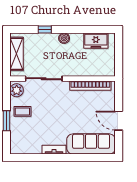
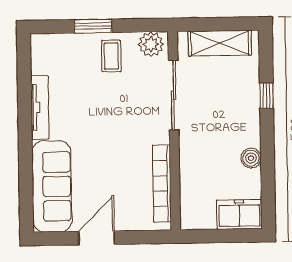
boiler: (64, 38) -> (251, 158), moved
freezer: (96, 41) -> (239, 214), moved, turned 90
tv unit: (54, 150) -> (40, 107), width x1.41

